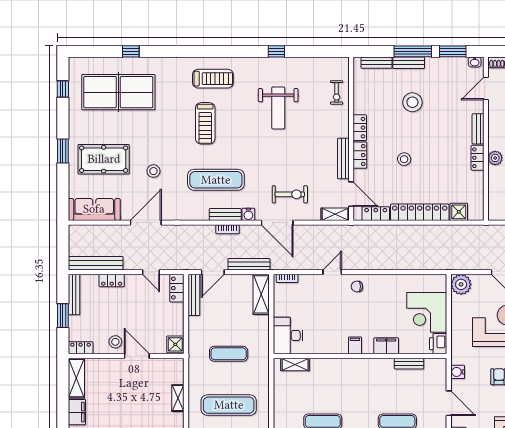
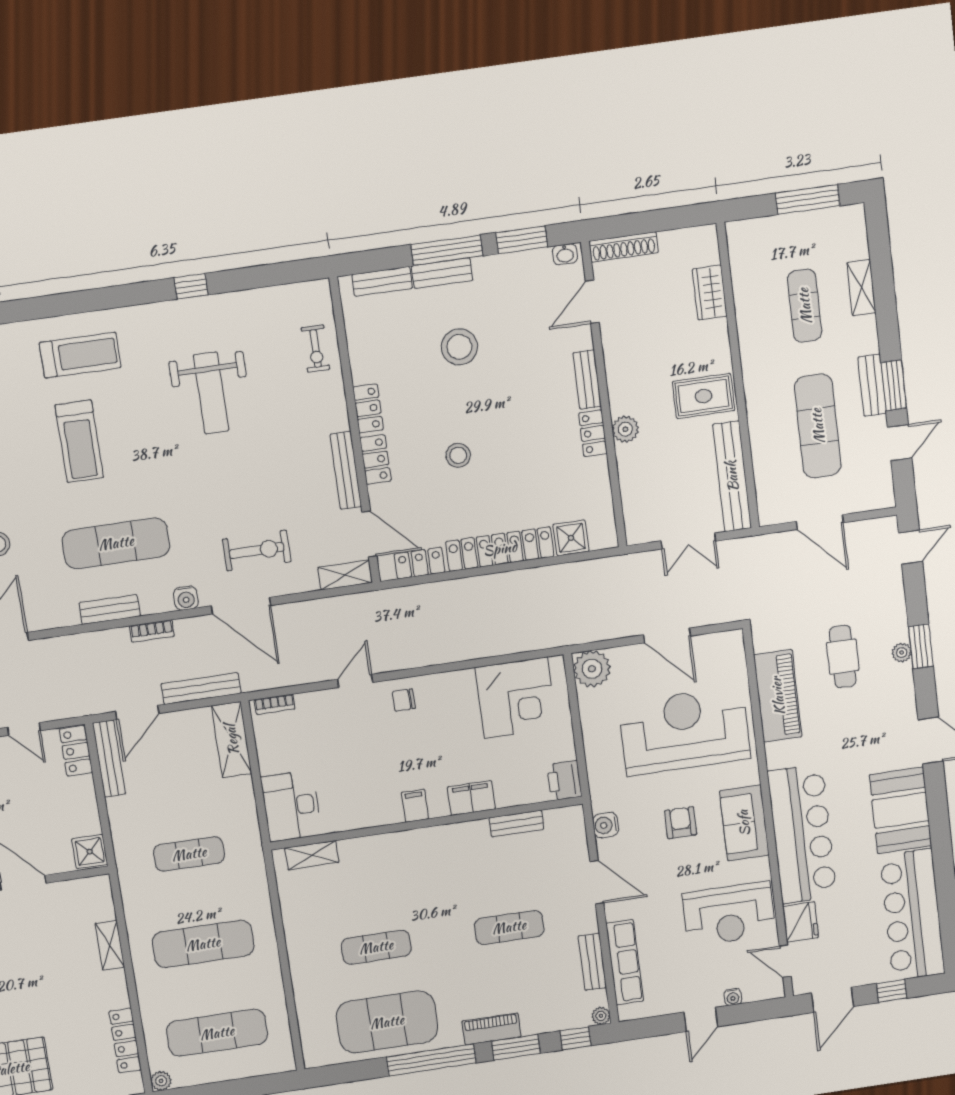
bench: (225, 214) -> (110, 609), moved
corner desk: (427, 312) -> (516, 698), moved, turned -90

